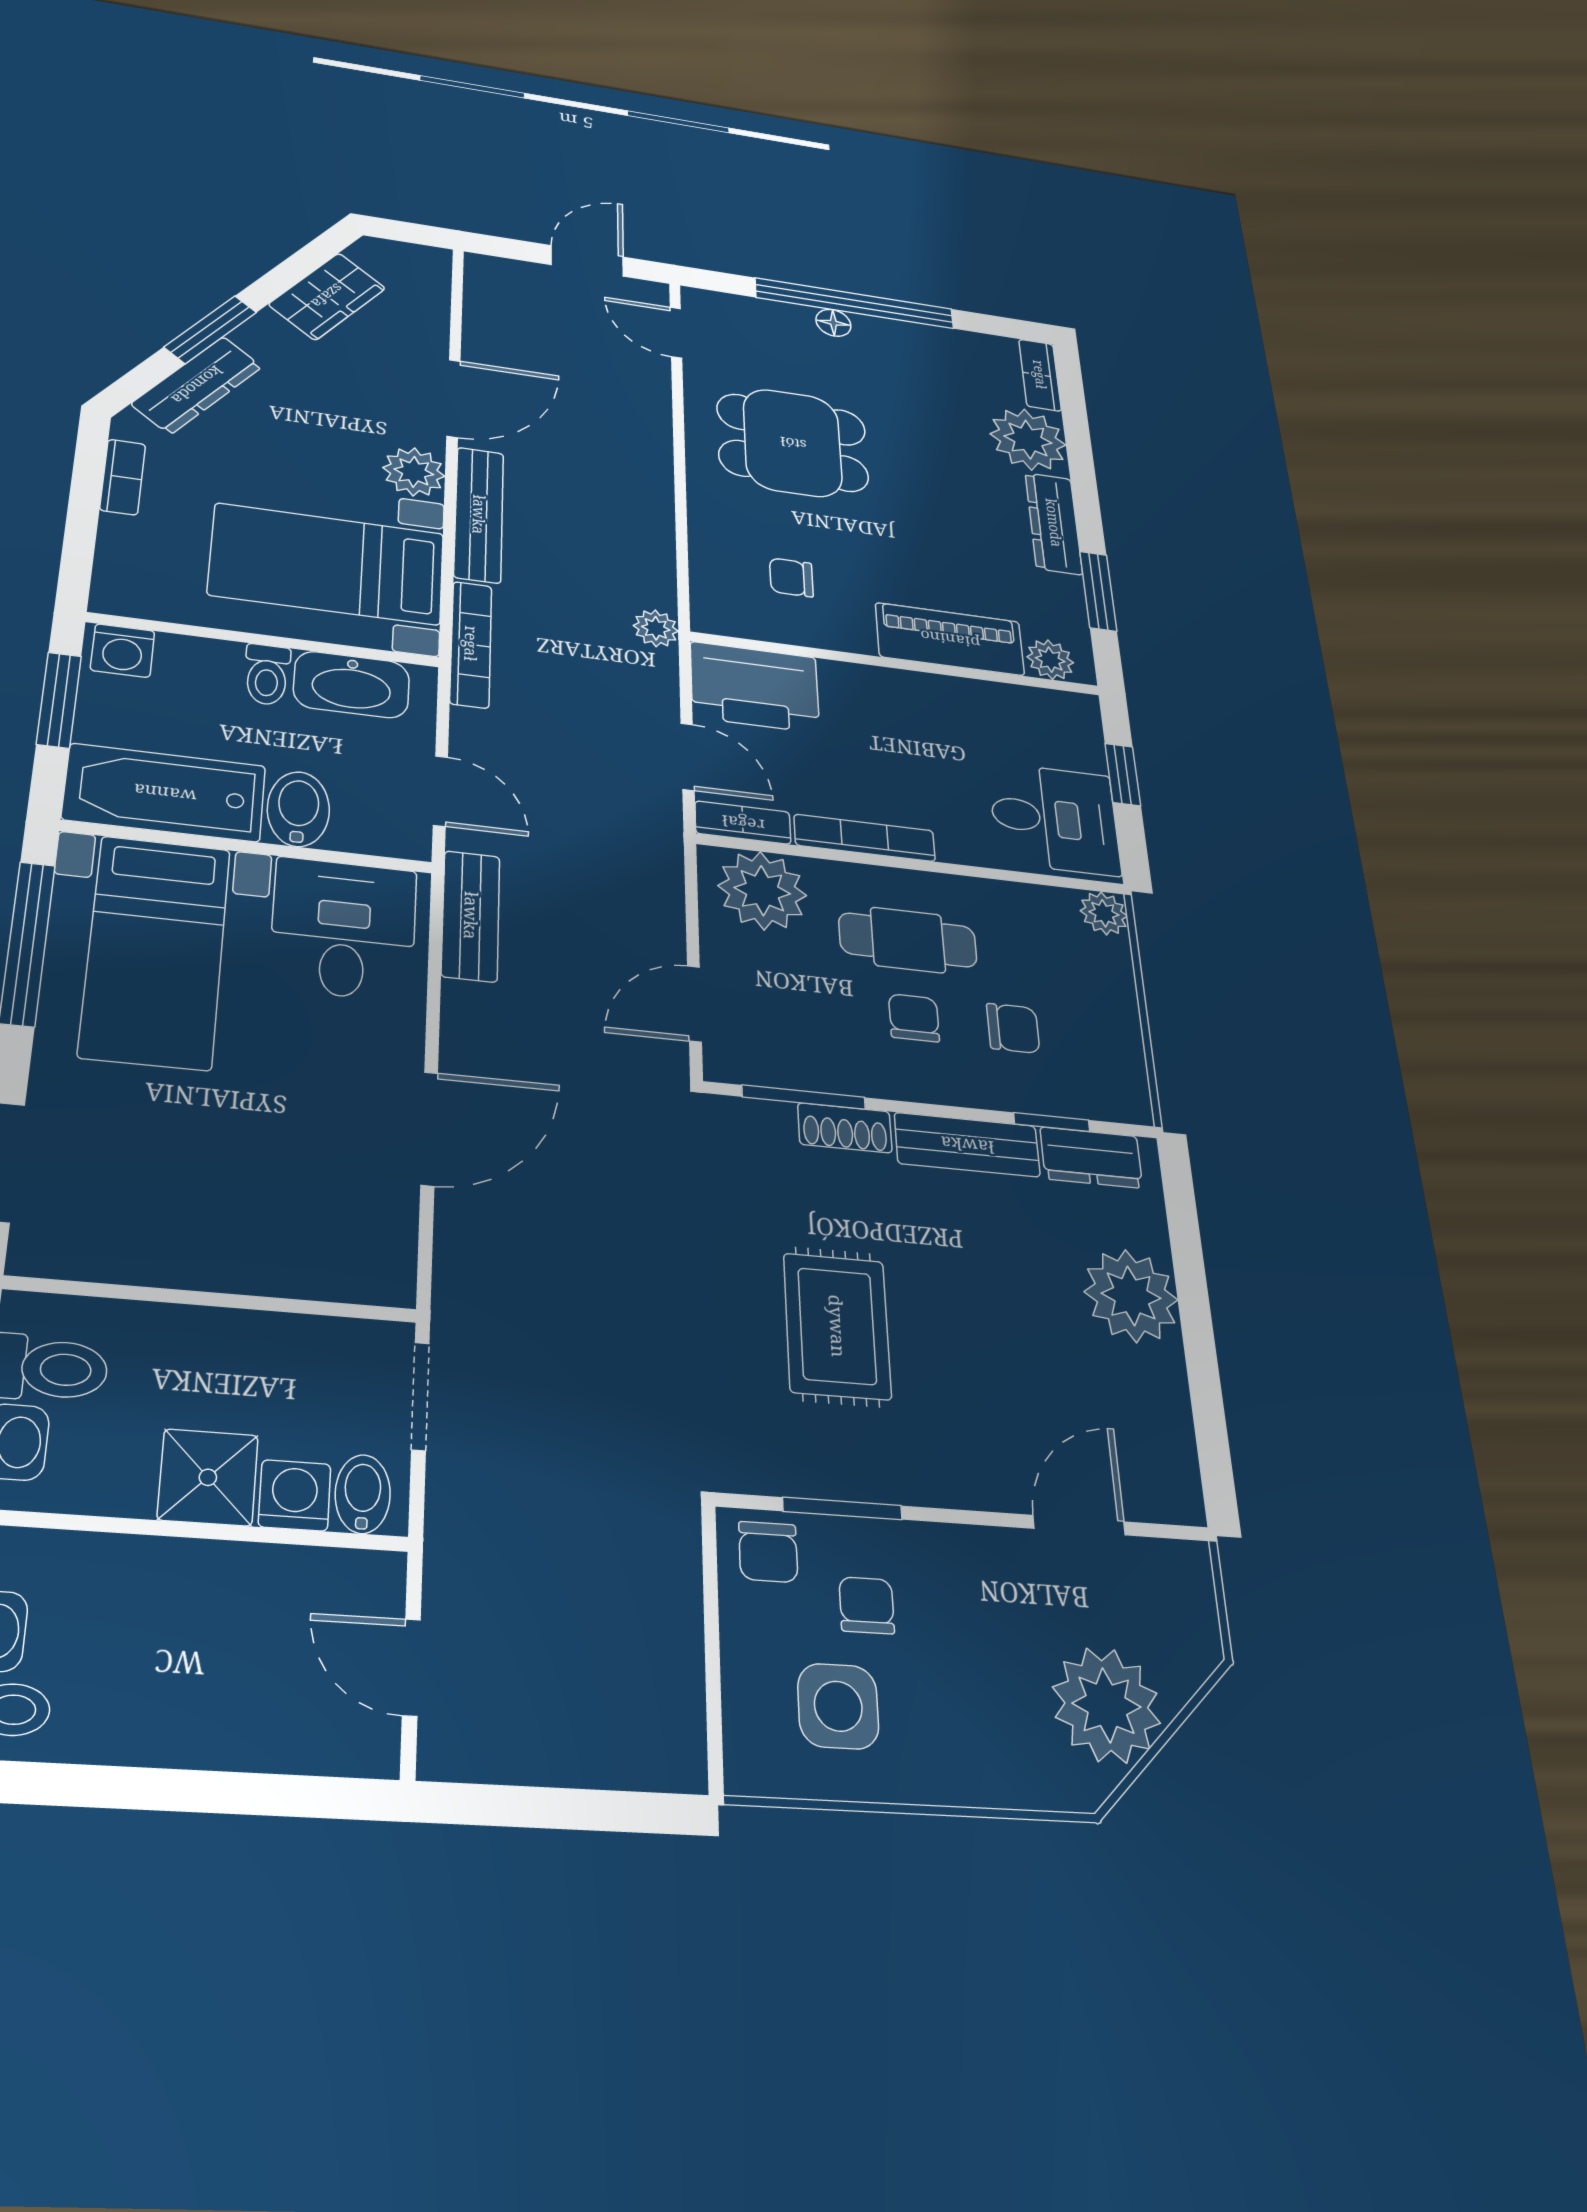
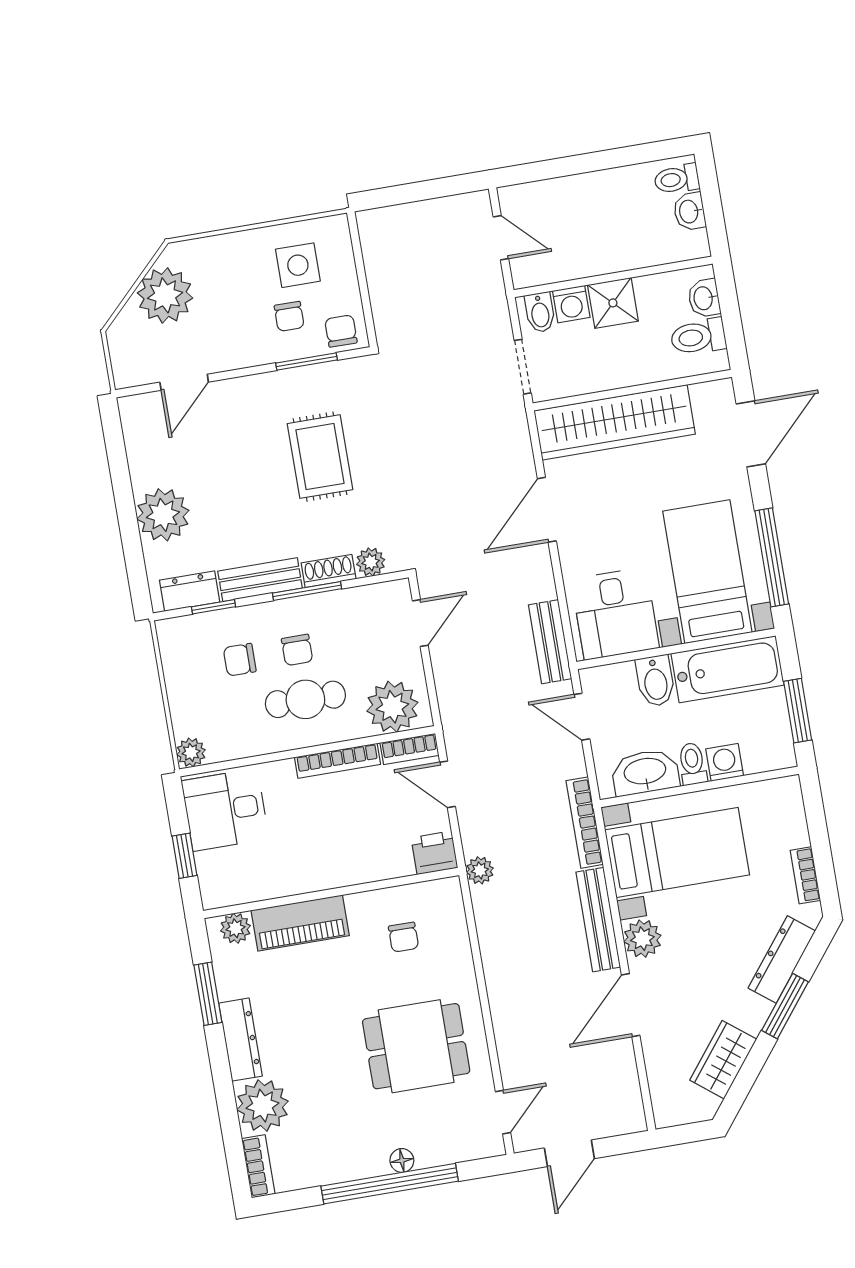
door: (676, 333) -> (503, 1112), hinge flipped
chair: (791, 577) -> (403, 937), turned 90
washing machine: (123, 651) -> (725, 762), moved
printer: (755, 687) -> (434, 853), width x0.53, depth x0.68
window: (804, 1097) -> (307, 591), moved
plant: (768, 1123) -> (371, 562), added
wardrobe: (263, 1249) -> (615, 422), added

